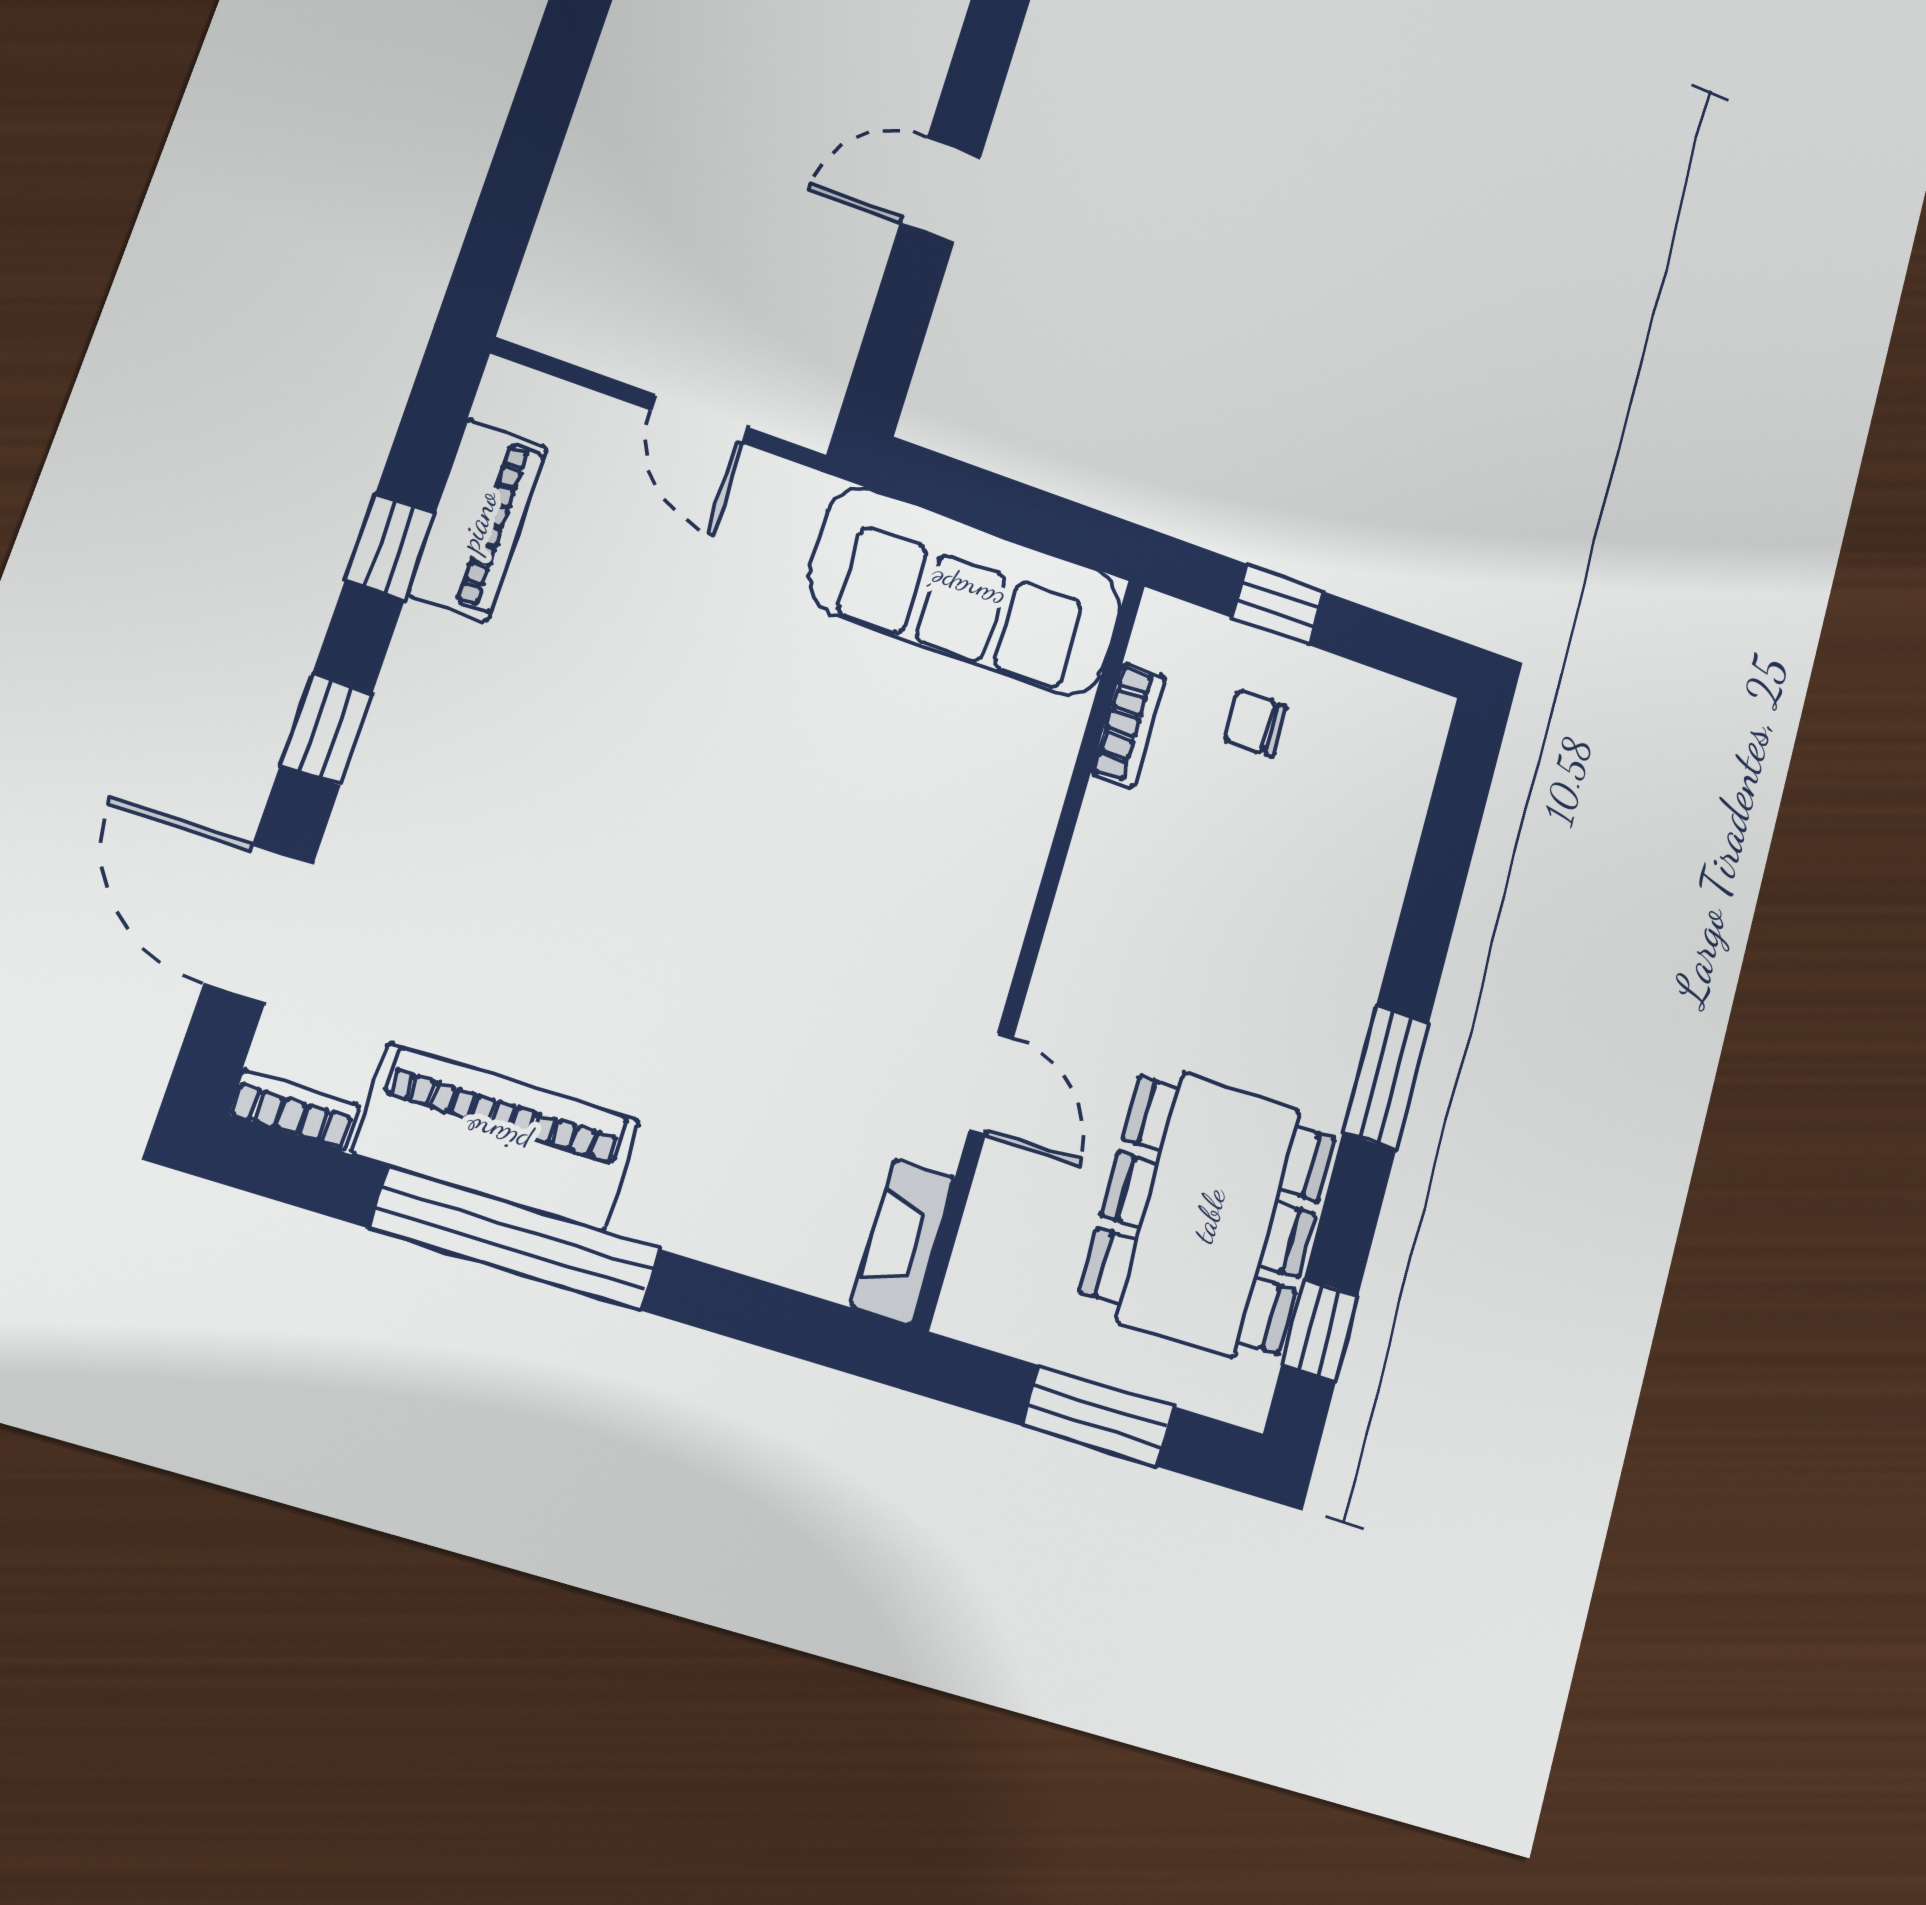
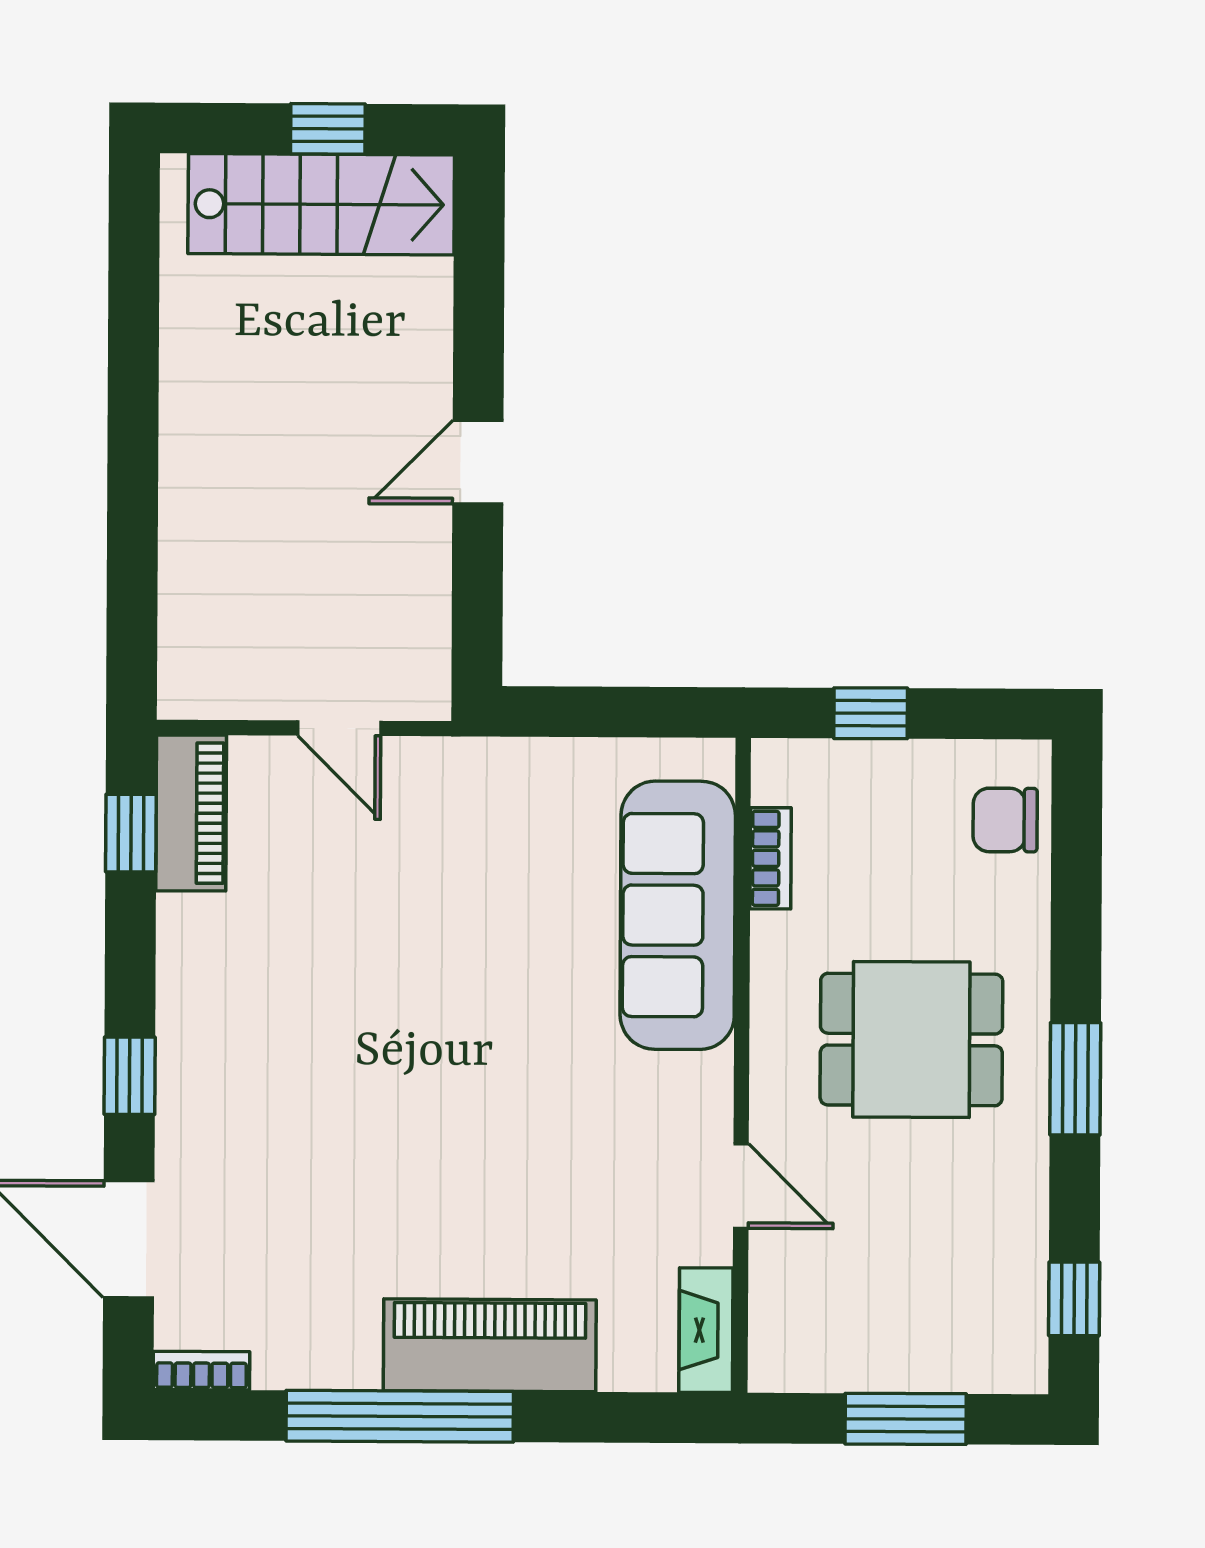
piano: (478, 520) -> (191, 813), moved
window: (390, 547) -> (131, 833), moved
sofa: (966, 592) -> (678, 915), moved, turned 90
chair: (1255, 723) -> (1005, 820), moved, width x1.37, depth x1.37
piano: (496, 1137) -> (490, 1345), moved
dining table: (1209, 1215) -> (911, 1040), moved, width x0.73

